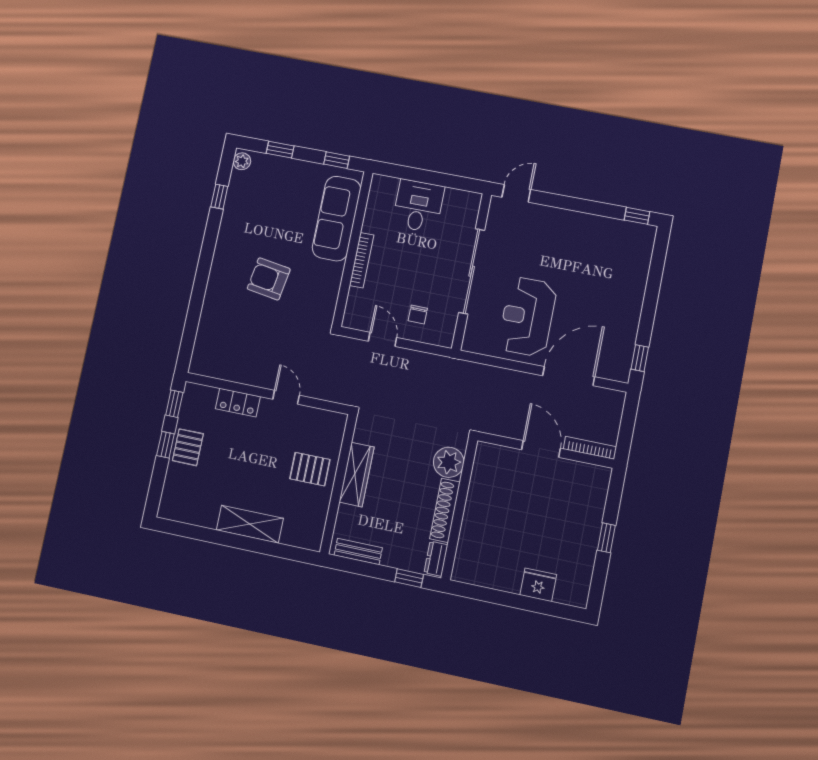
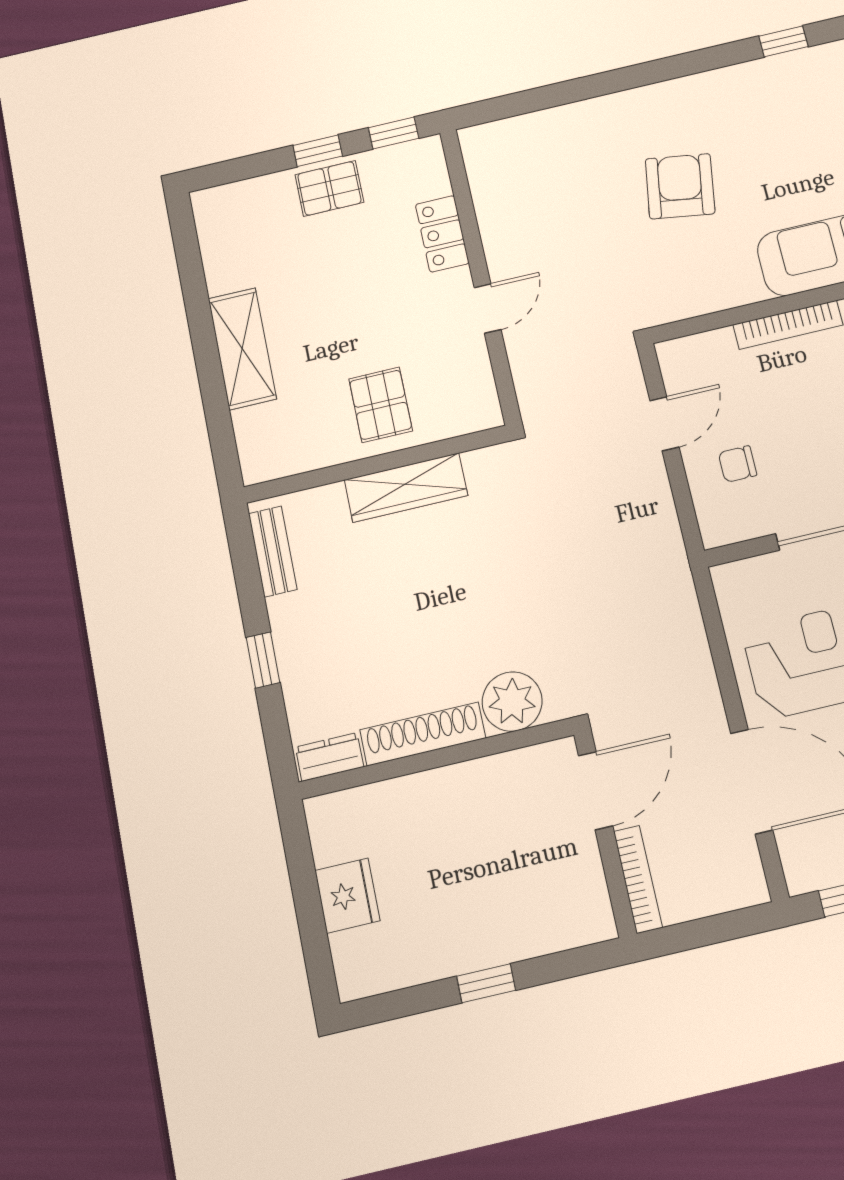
plant: (449, 462) -> (512, 702), moved
wall: (459, 509) -> (436, 759), moved
shoe rack: (445, 510) -> (423, 734), moved
dresser: (436, 559) -> (330, 757), moved

